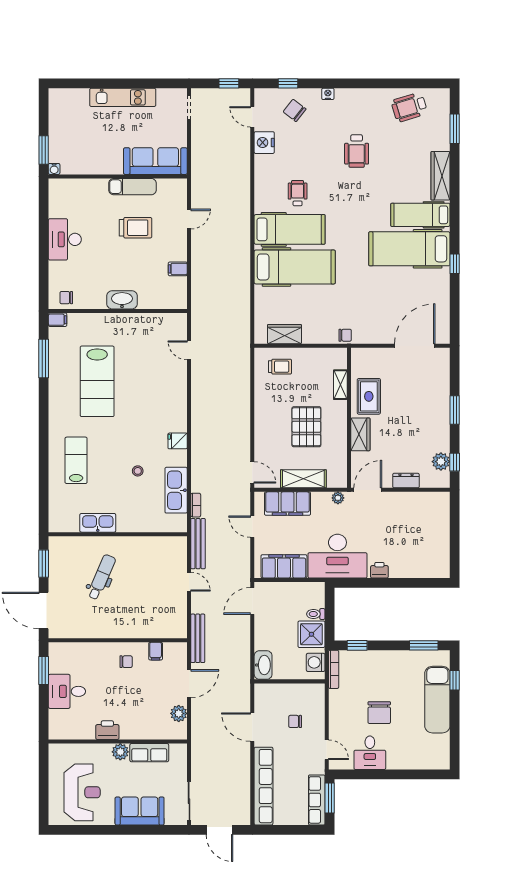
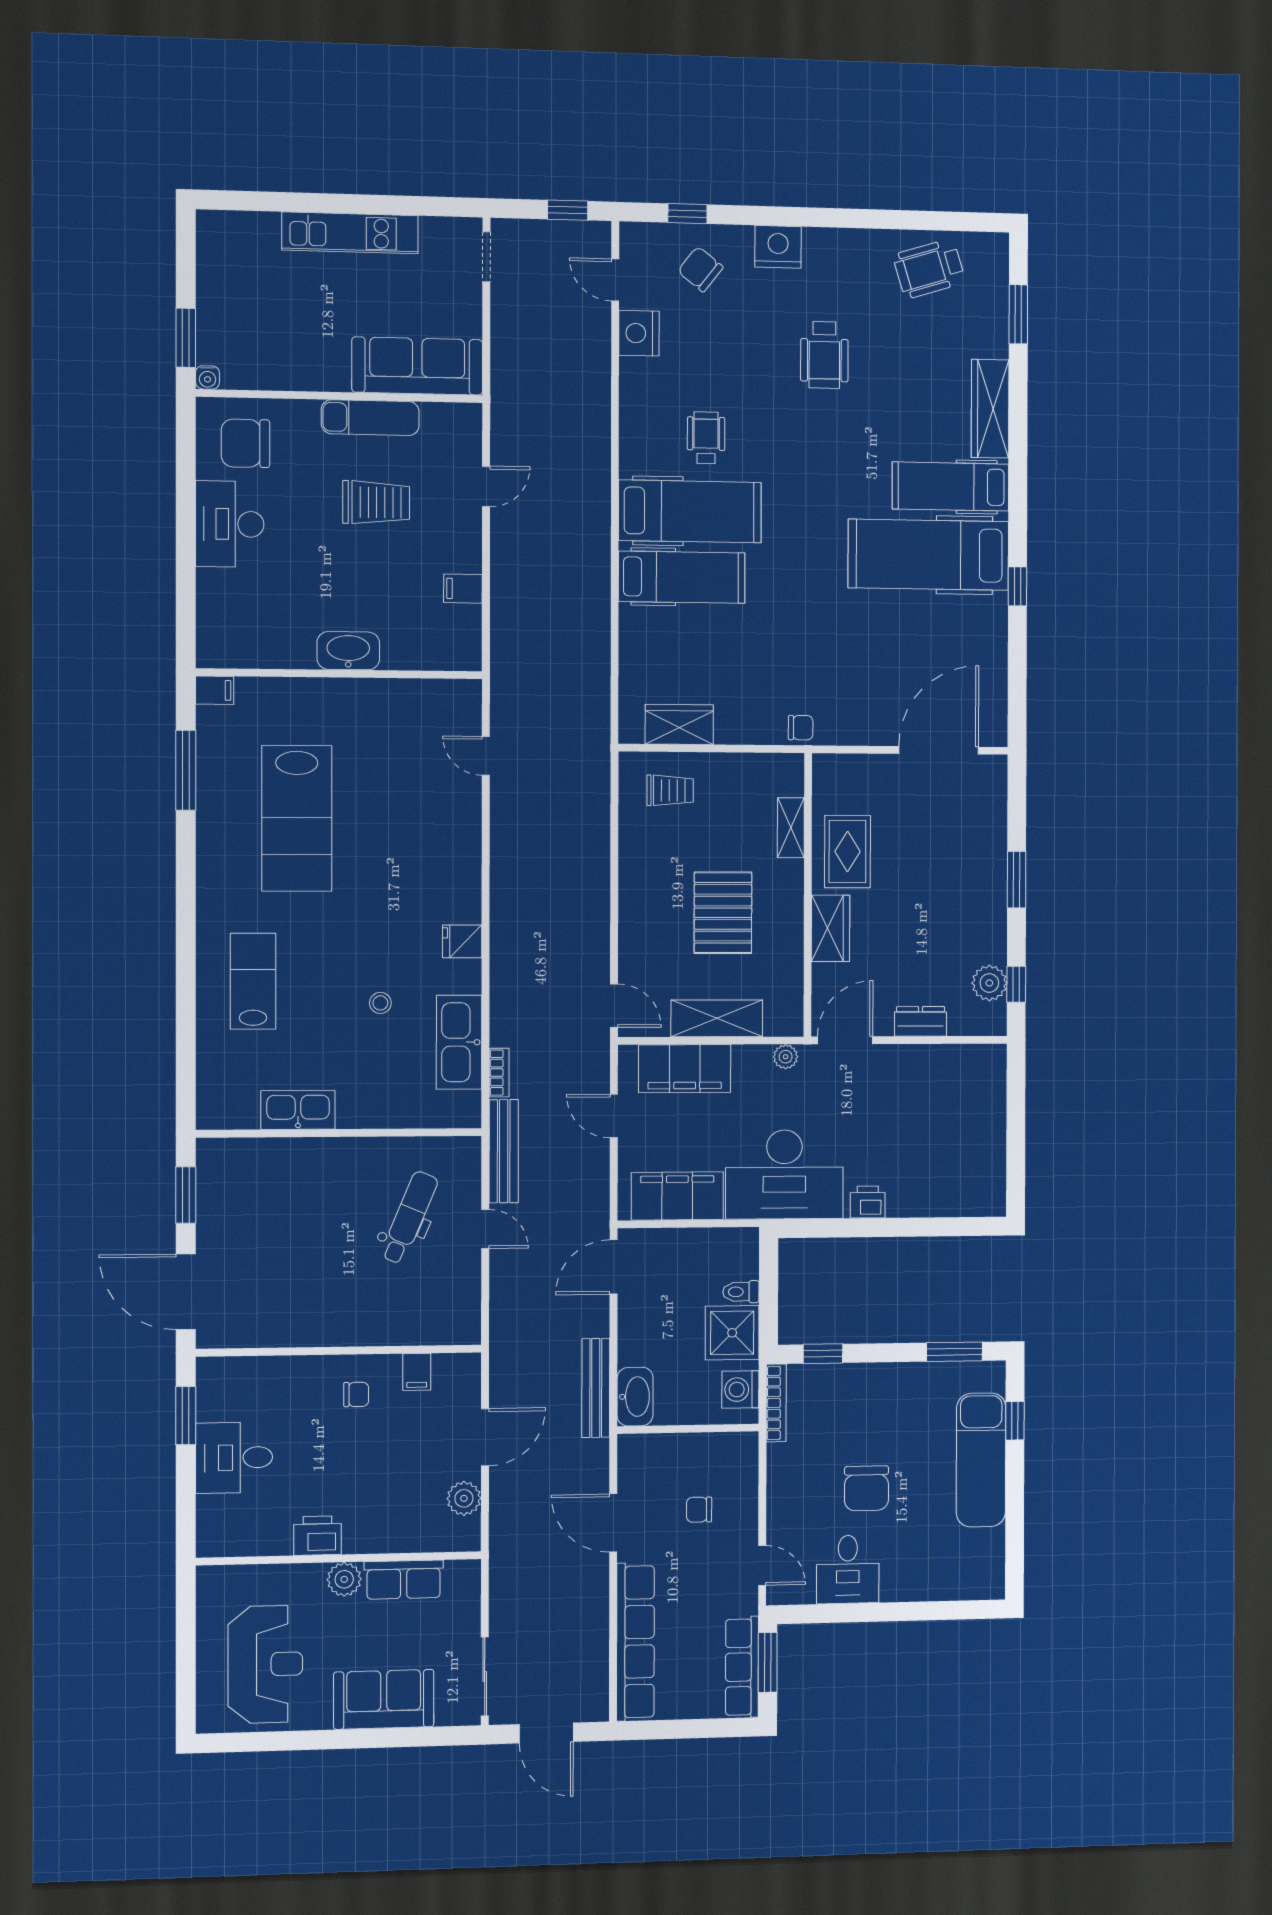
nightstand: (328, 94) -> (778, 247), width x1.89, depth x1.79
hospital bed: (295, 267) -> (682, 577), width x0.73, depth x0.78
chair: (66, 298) -> (245, 443), moved, width x1.87, depth x1.87
dental chair: (102, 577) -> (409, 1218), moved
bench: (198, 638) -> (596, 1388), moved

